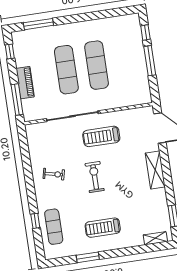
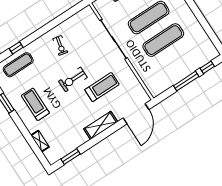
treadmill: (101, 136) -> (102, 87), moved, turned 90
exercise bike: (95, 177) -> (73, 79), turned 180
shelving: (155, 238) -> (40, 141), moved

